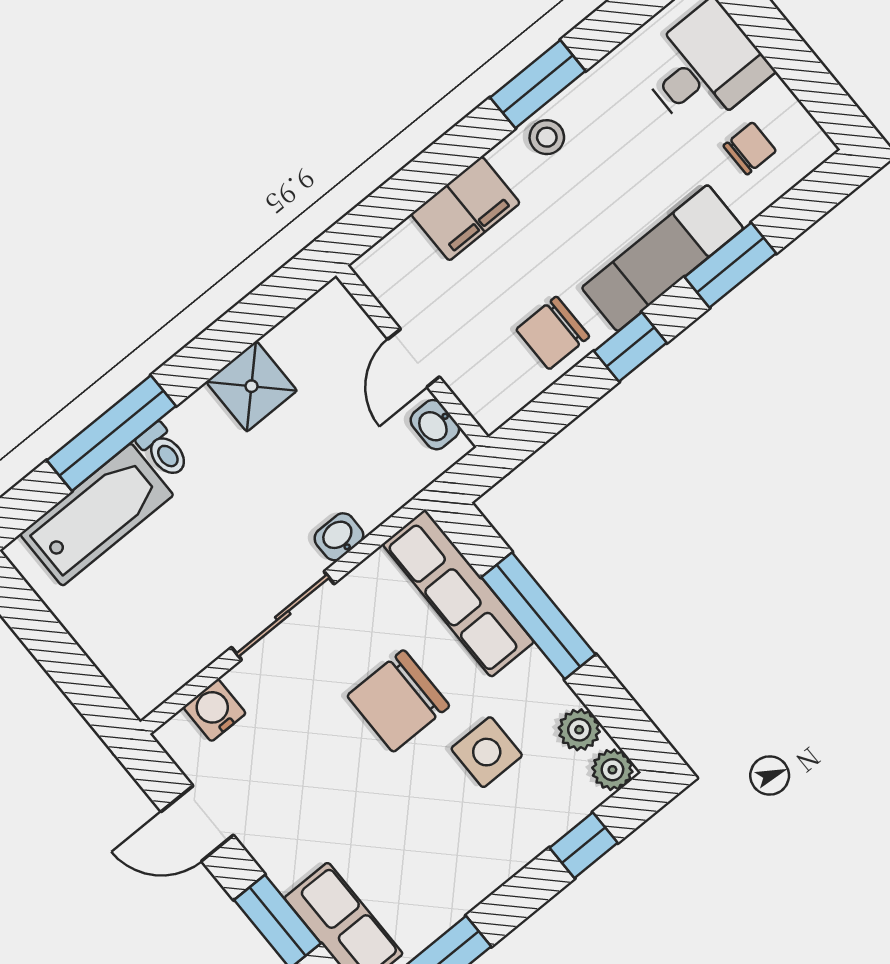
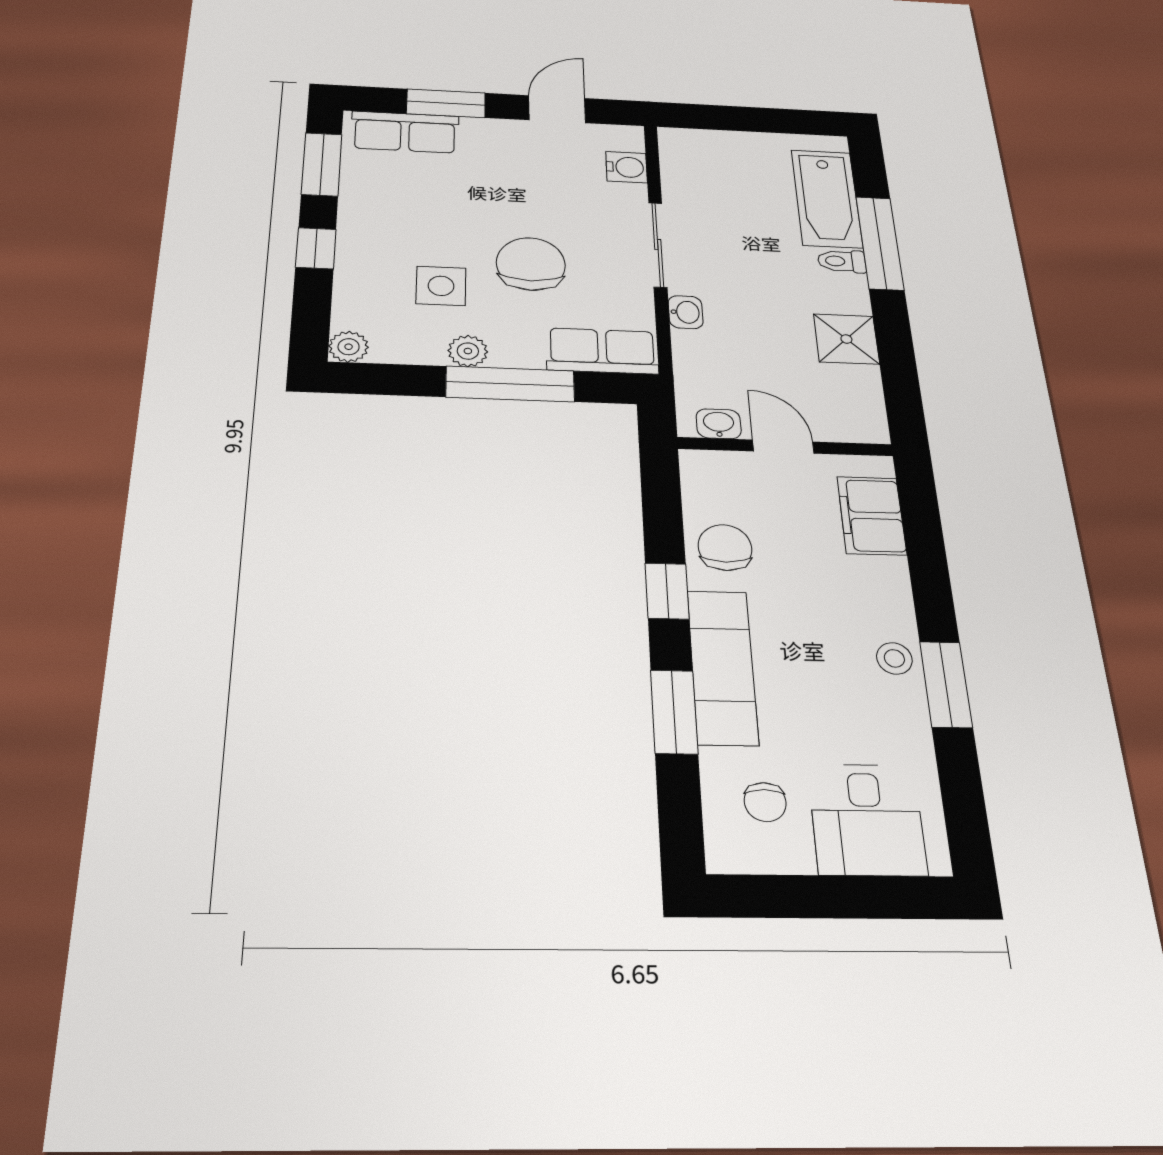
filing cabinet: (465, 208) -> (872, 516), moved
row of seats: (458, 593) -> (602, 351), width x0.68
plant: (579, 730) -> (468, 351), moved
window: (584, 845) -> (316, 248), moved

